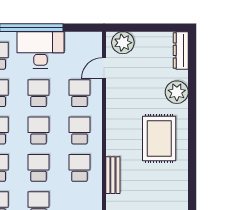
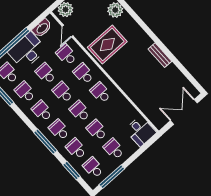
washbasin: (79, 40) -> (42, 28), added
rug: (159, 139) -> (107, 44), moved, turned 90
bench: (113, 175) -> (160, 55), moved

